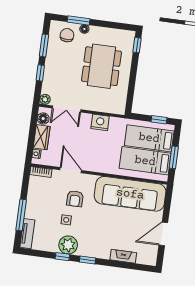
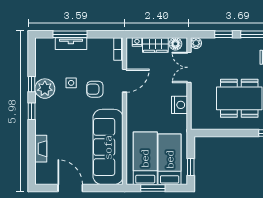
tv unit: (27, 234) -> (71, 44), moved

